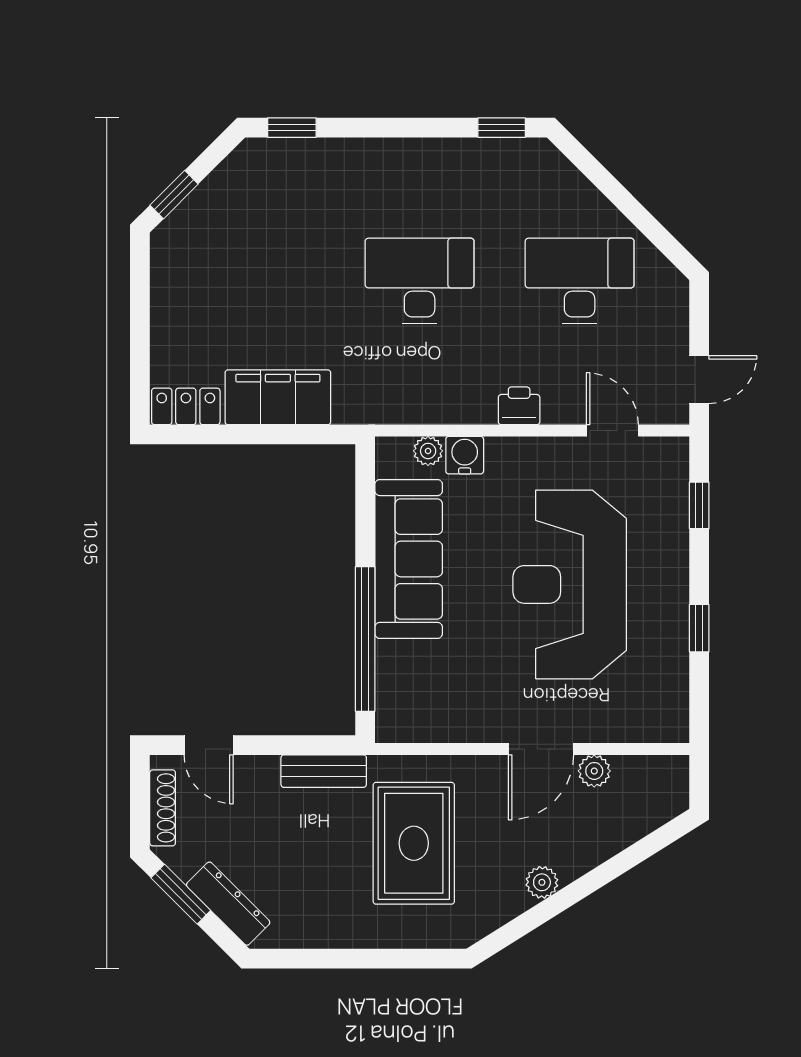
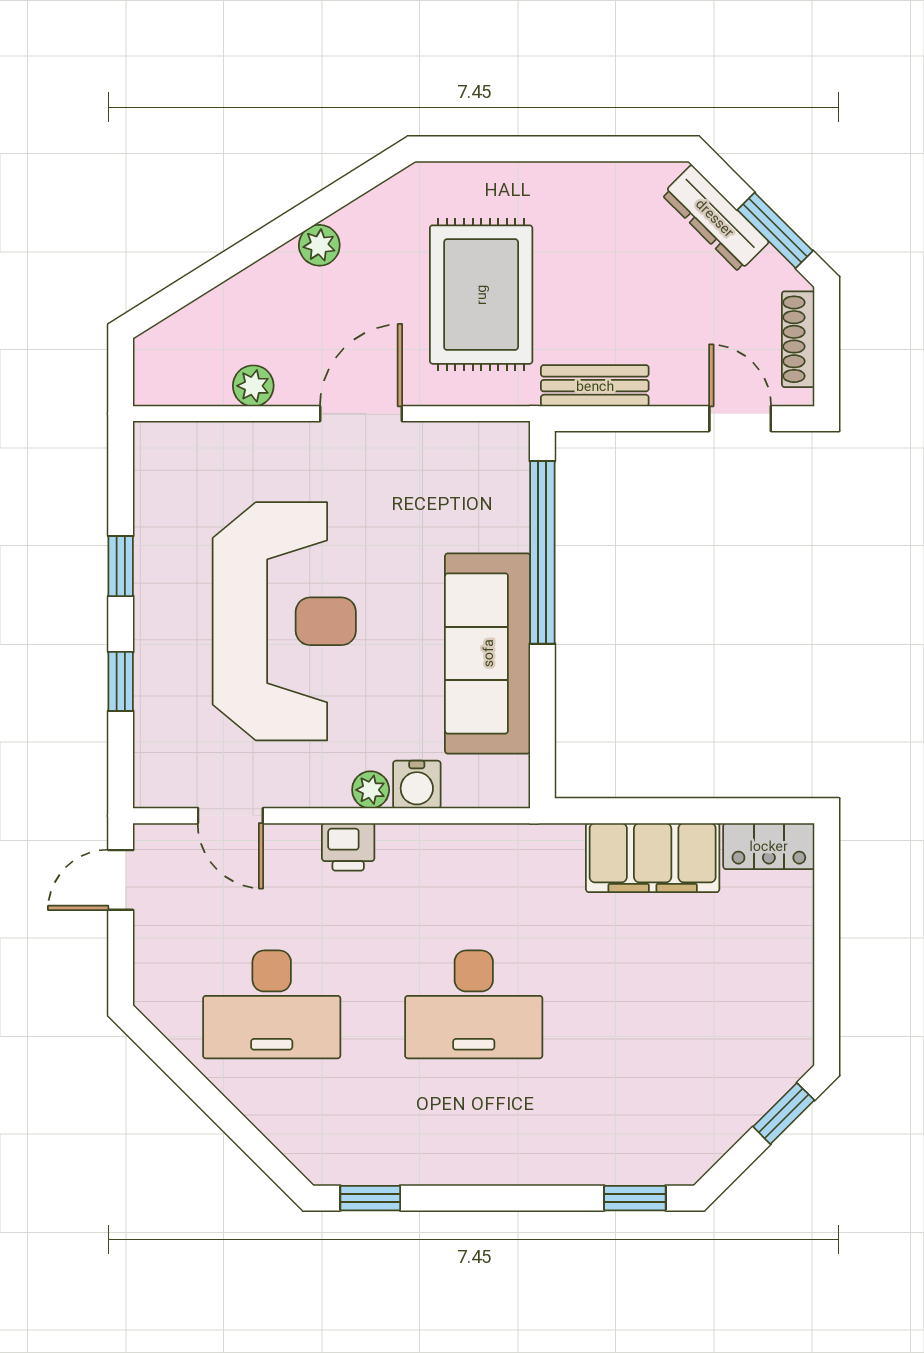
plant: (428, 451) -> (371, 790), moved
window: (699, 505) -> (121, 681), moved
door: (541, 749) -> (361, 414), moved

